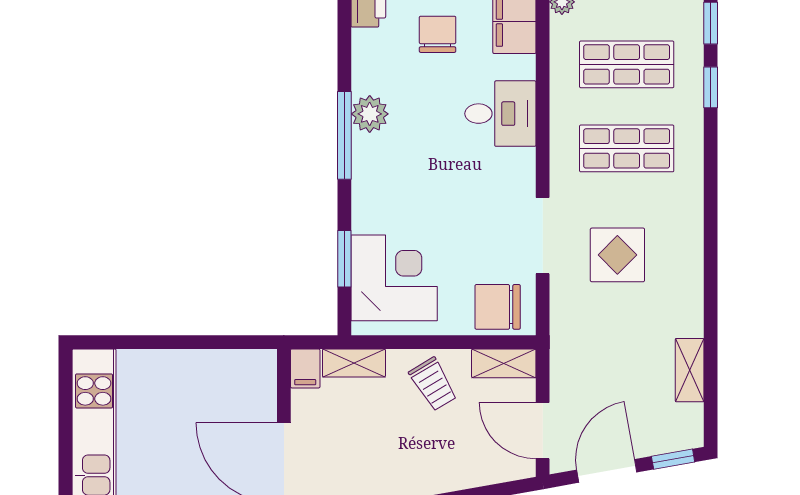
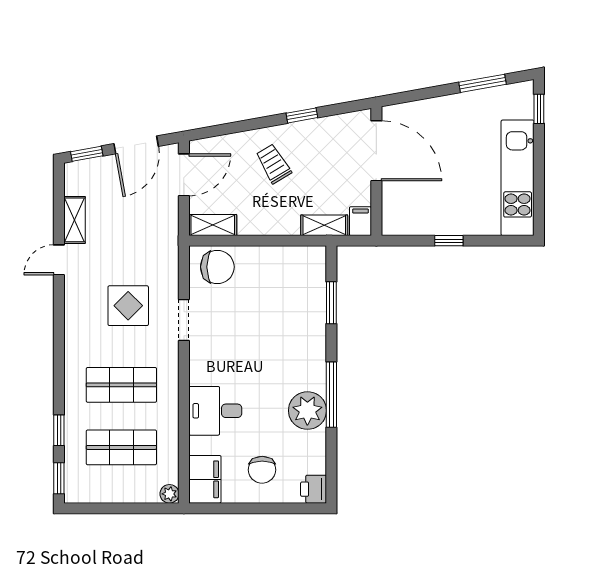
plant: (370, 114) -> (307, 411), width x1.36, depth x1.36
doorway: (543, 236) -> (184, 320), width x0.73
corner desk: (394, 278) -> (294, 289), removed
door: (711, 317) -> (59, 260), added
window: (186, 342) -> (449, 241), added
trolley: (433, 384) -> (273, 164), moved
door: (543, 431) -> (184, 175), hinge flipped

